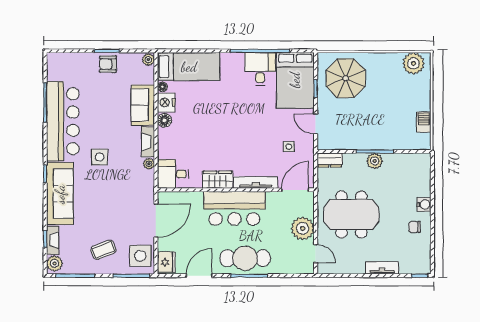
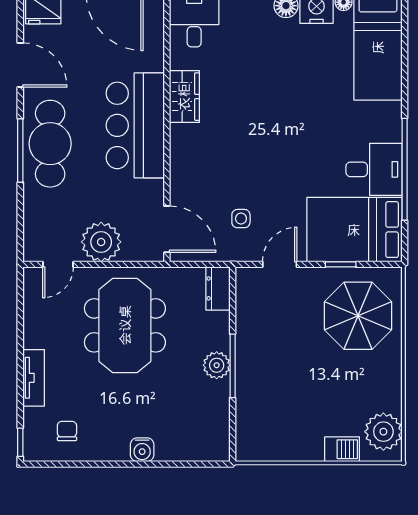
barbecue: (424, 122) -> (342, 449), moved
tv unit: (256, 183) -> (180, 162), removed
chair: (415, 227) -> (67, 431), moved

